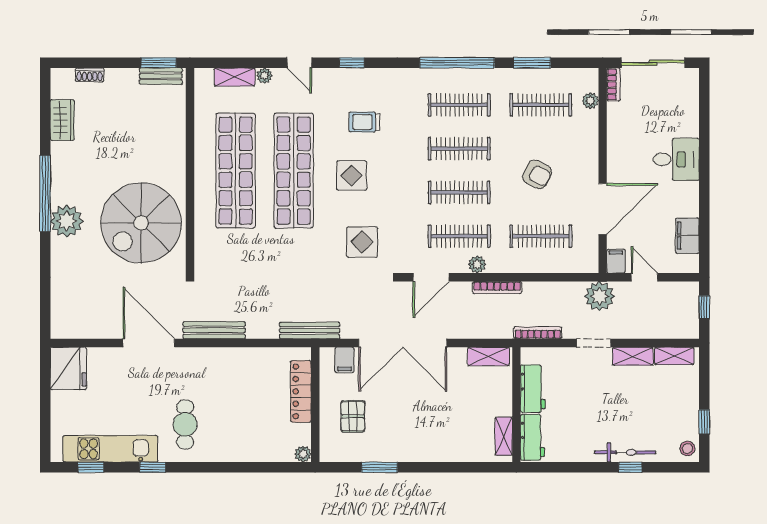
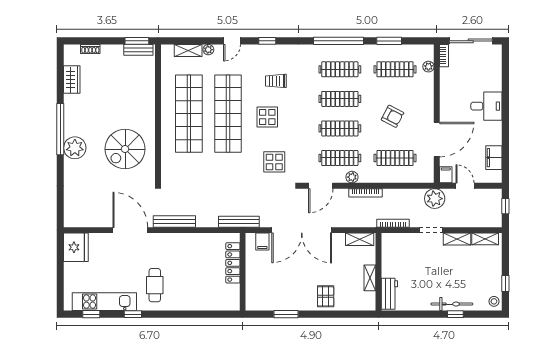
door: (299, 63) -> (232, 41), hinge flipped
spiral stairs: (141, 223) -> (125, 149), width x0.73, depth x0.73
workbench: (533, 389) -> (390, 261), removed
pallet: (353, 416) -> (326, 296), moved
shelving: (504, 436) -> (370, 278), moved
plant: (303, 454) -> (234, 305), removed

